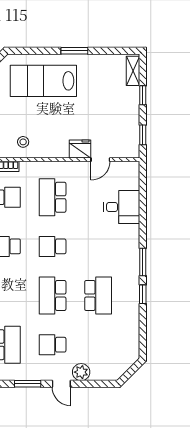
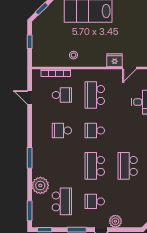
school desk: (98, 296) -> (128, 166), turned 180

